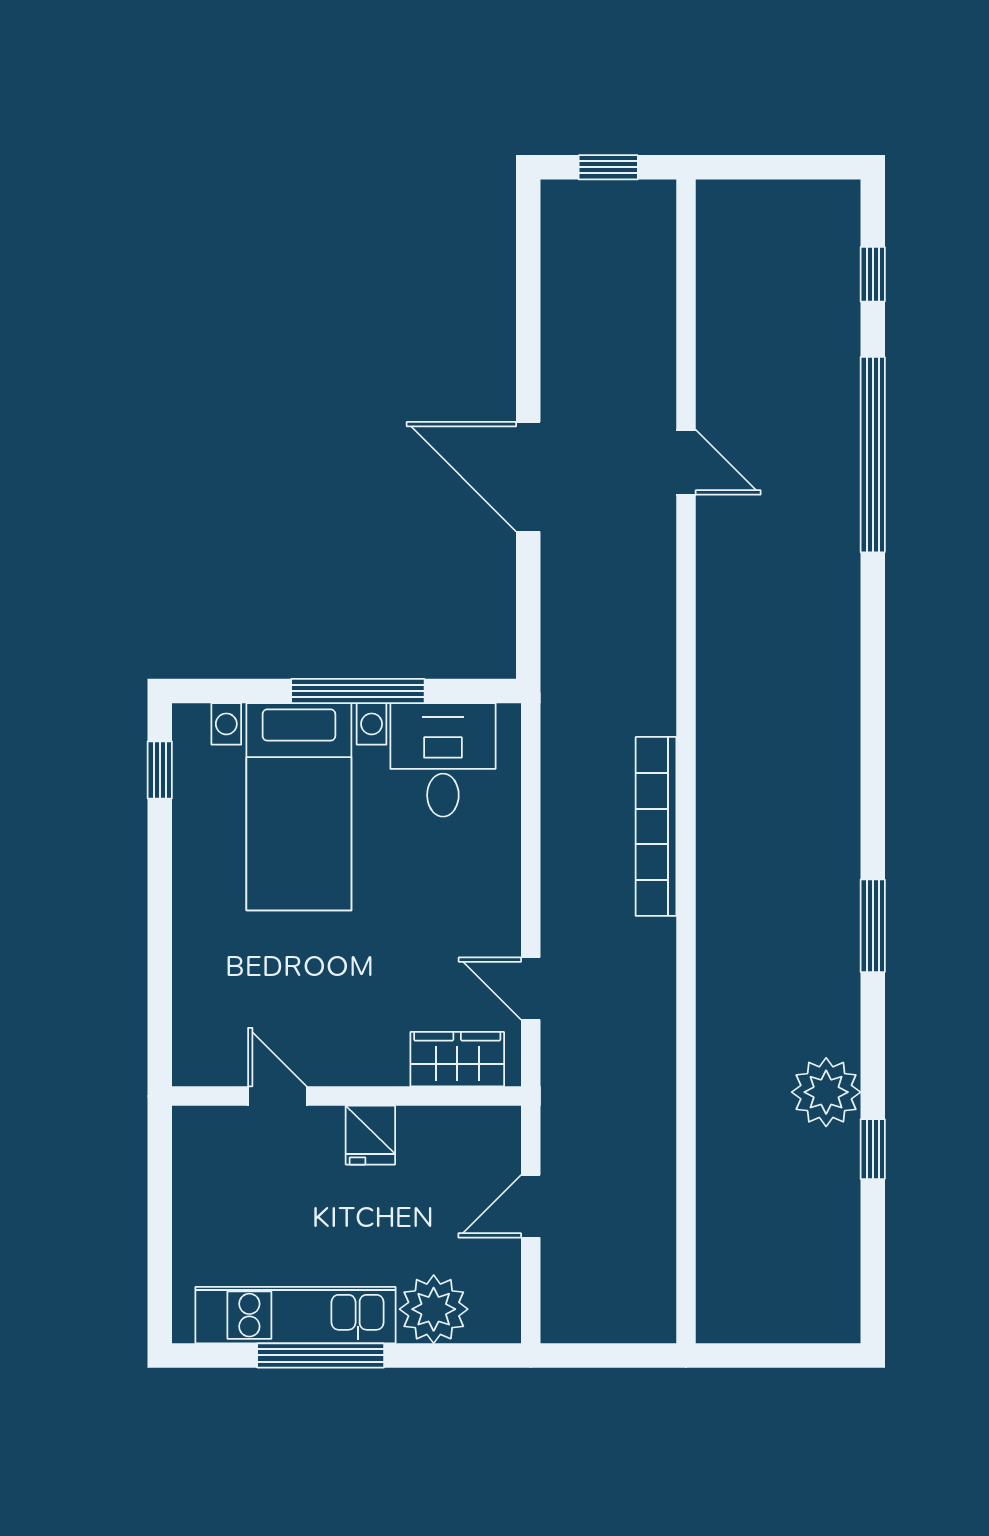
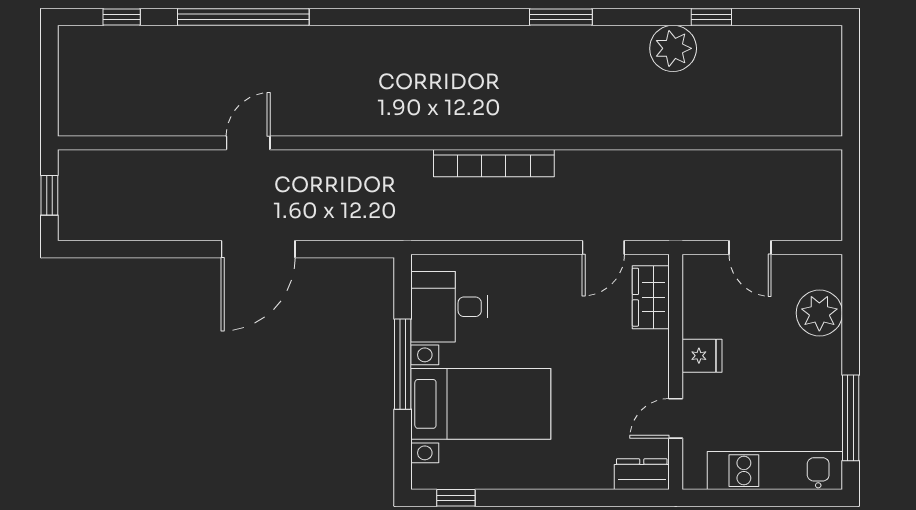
dresser: (195, 1046) -> (642, 474), added
kitchen unit: (295, 1315) -> (775, 471), moved, turned 90
window: (321, 1355) -> (851, 418), moved

